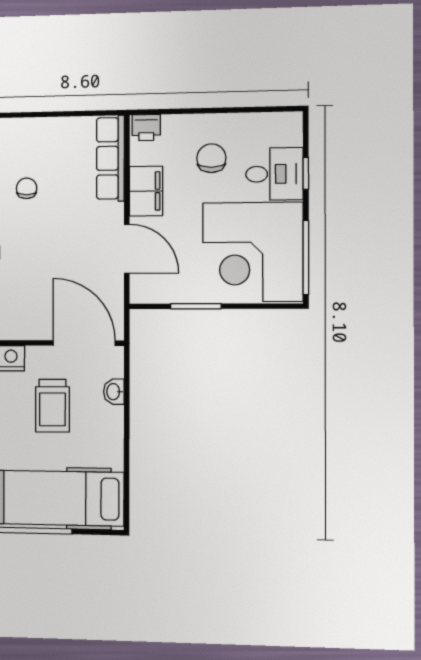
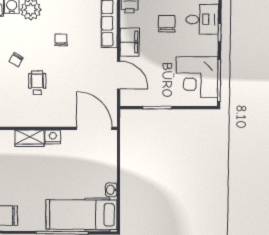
desk: (274, 174) -> (202, 19), moved
corner desk: (253, 252) -> (197, 77), width x0.74, depth x0.74
washbasin: (114, 392) -> (111, 190), moved
trolley: (52, 406) -> (77, 163), removed

